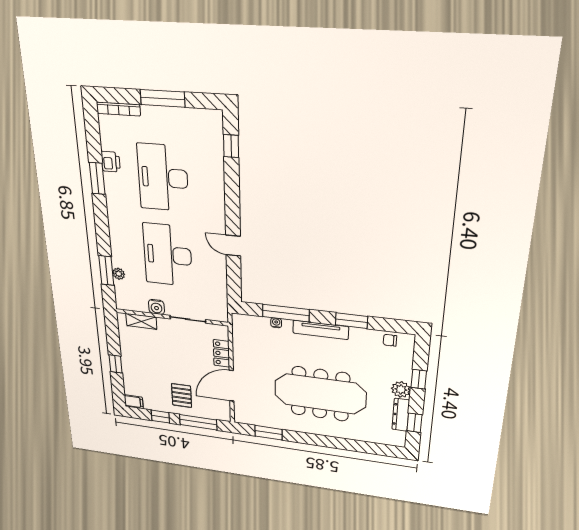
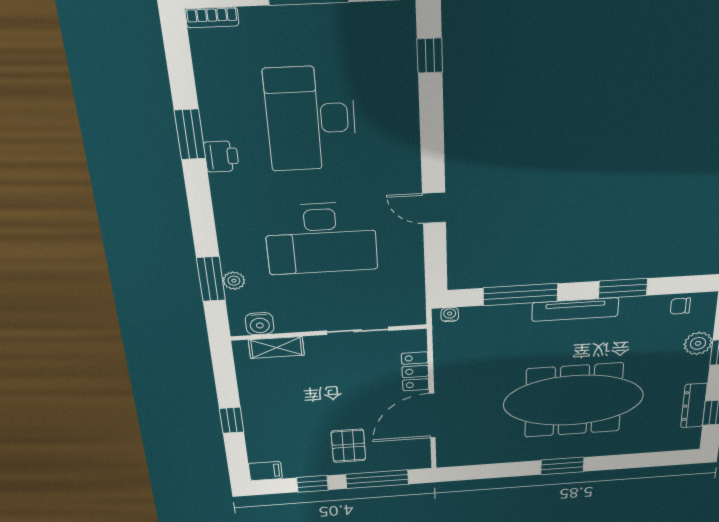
bookcase: (118, 109) -> (212, 17), width x0.64
printer: (111, 162) -> (221, 157), moved
desk: (168, 255) -> (321, 238), turned -90
water cooler: (156, 307) -> (260, 324), moved
water cooler: (276, 323) -> (450, 315), moved
plant: (401, 389) -> (698, 343), moved
window: (269, 433) -> (562, 466), moved

